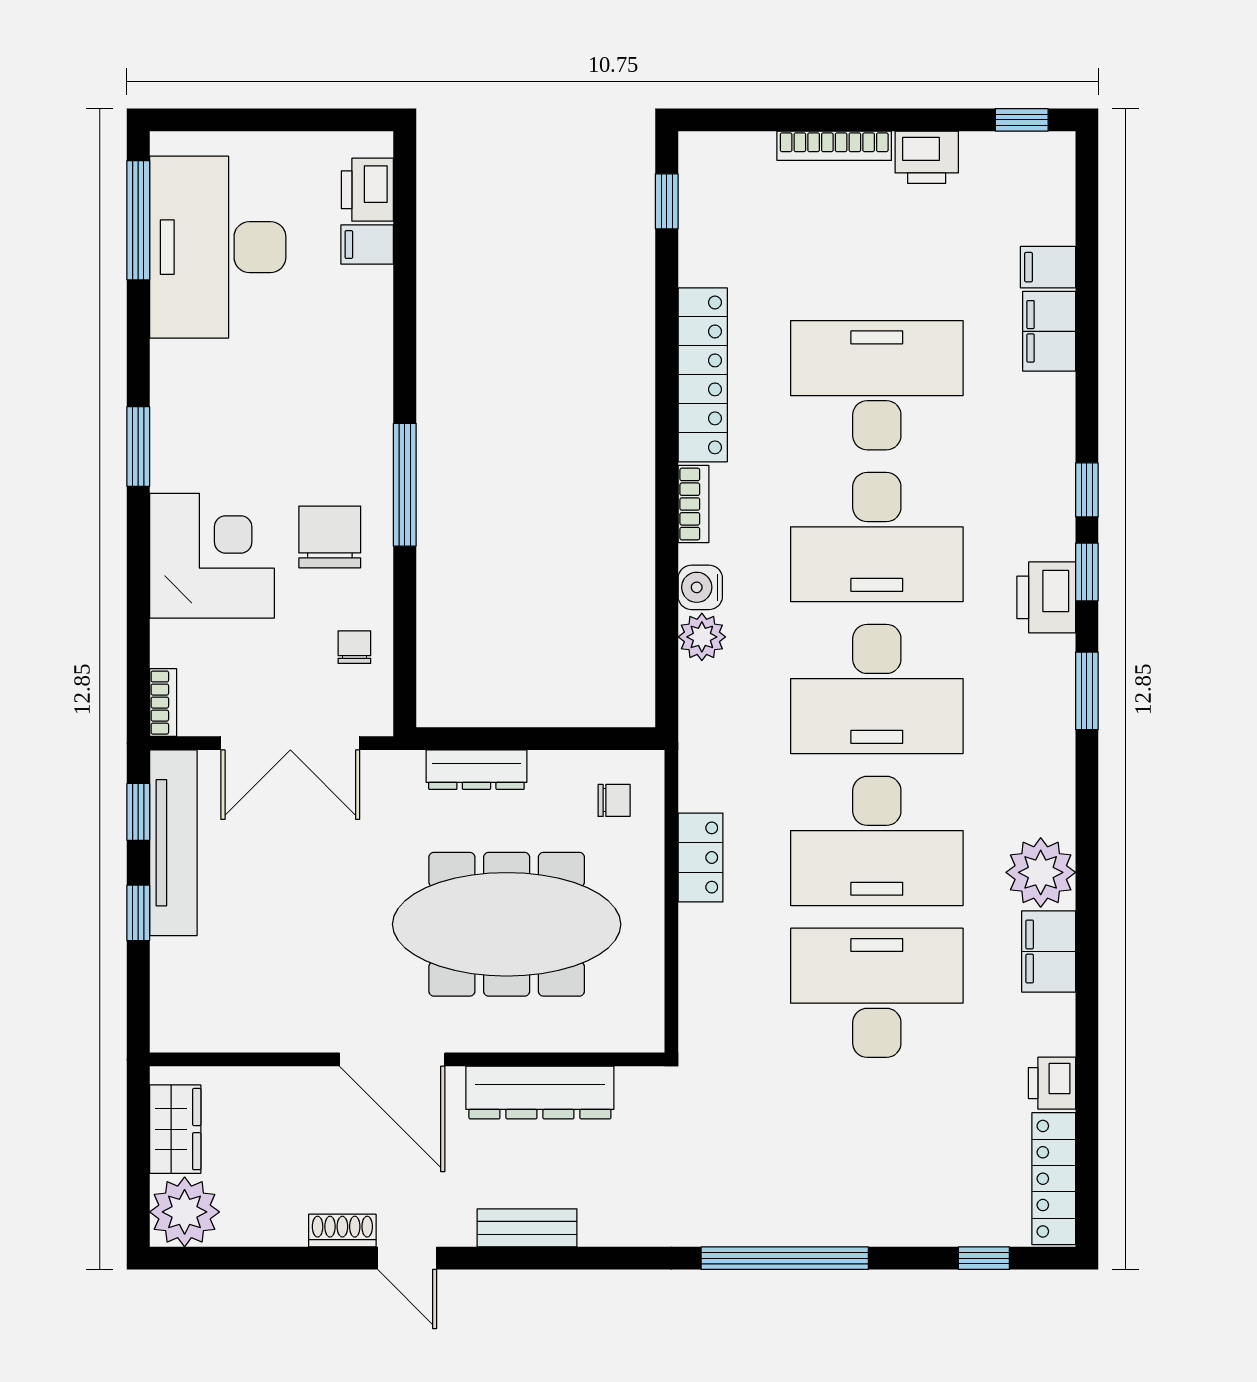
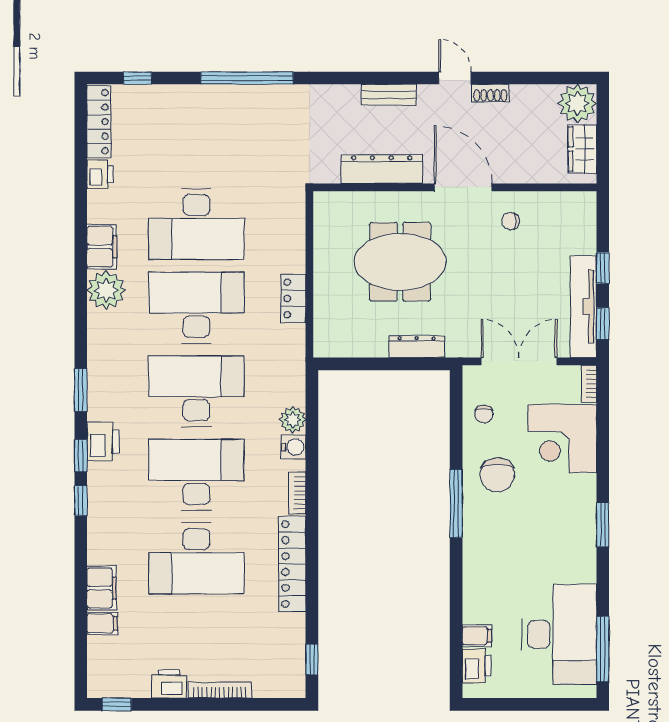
corner desk: (212, 556) -> (562, 439), moved
chair: (614, 800) -> (510, 221), moved
meeting table: (507, 924) -> (400, 262), width x0.73

